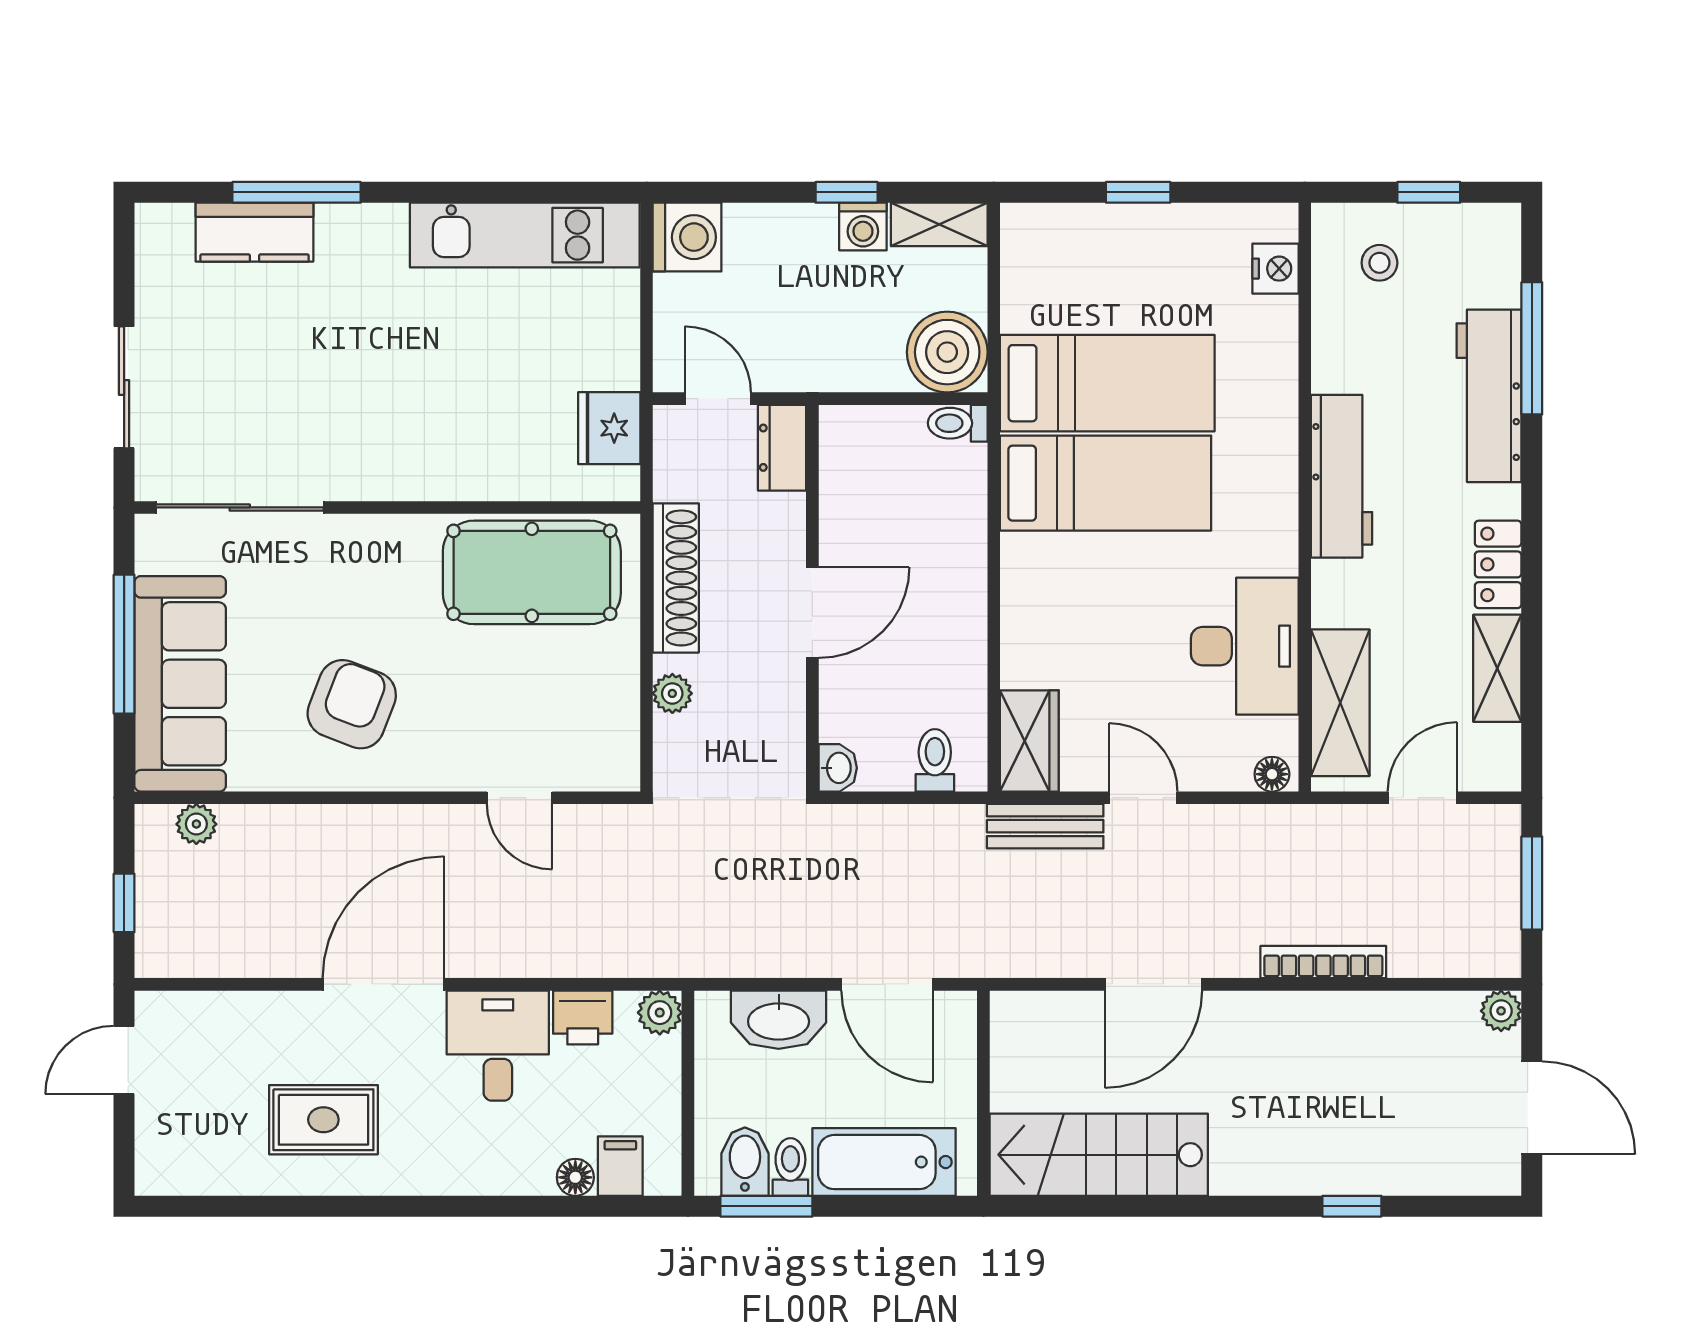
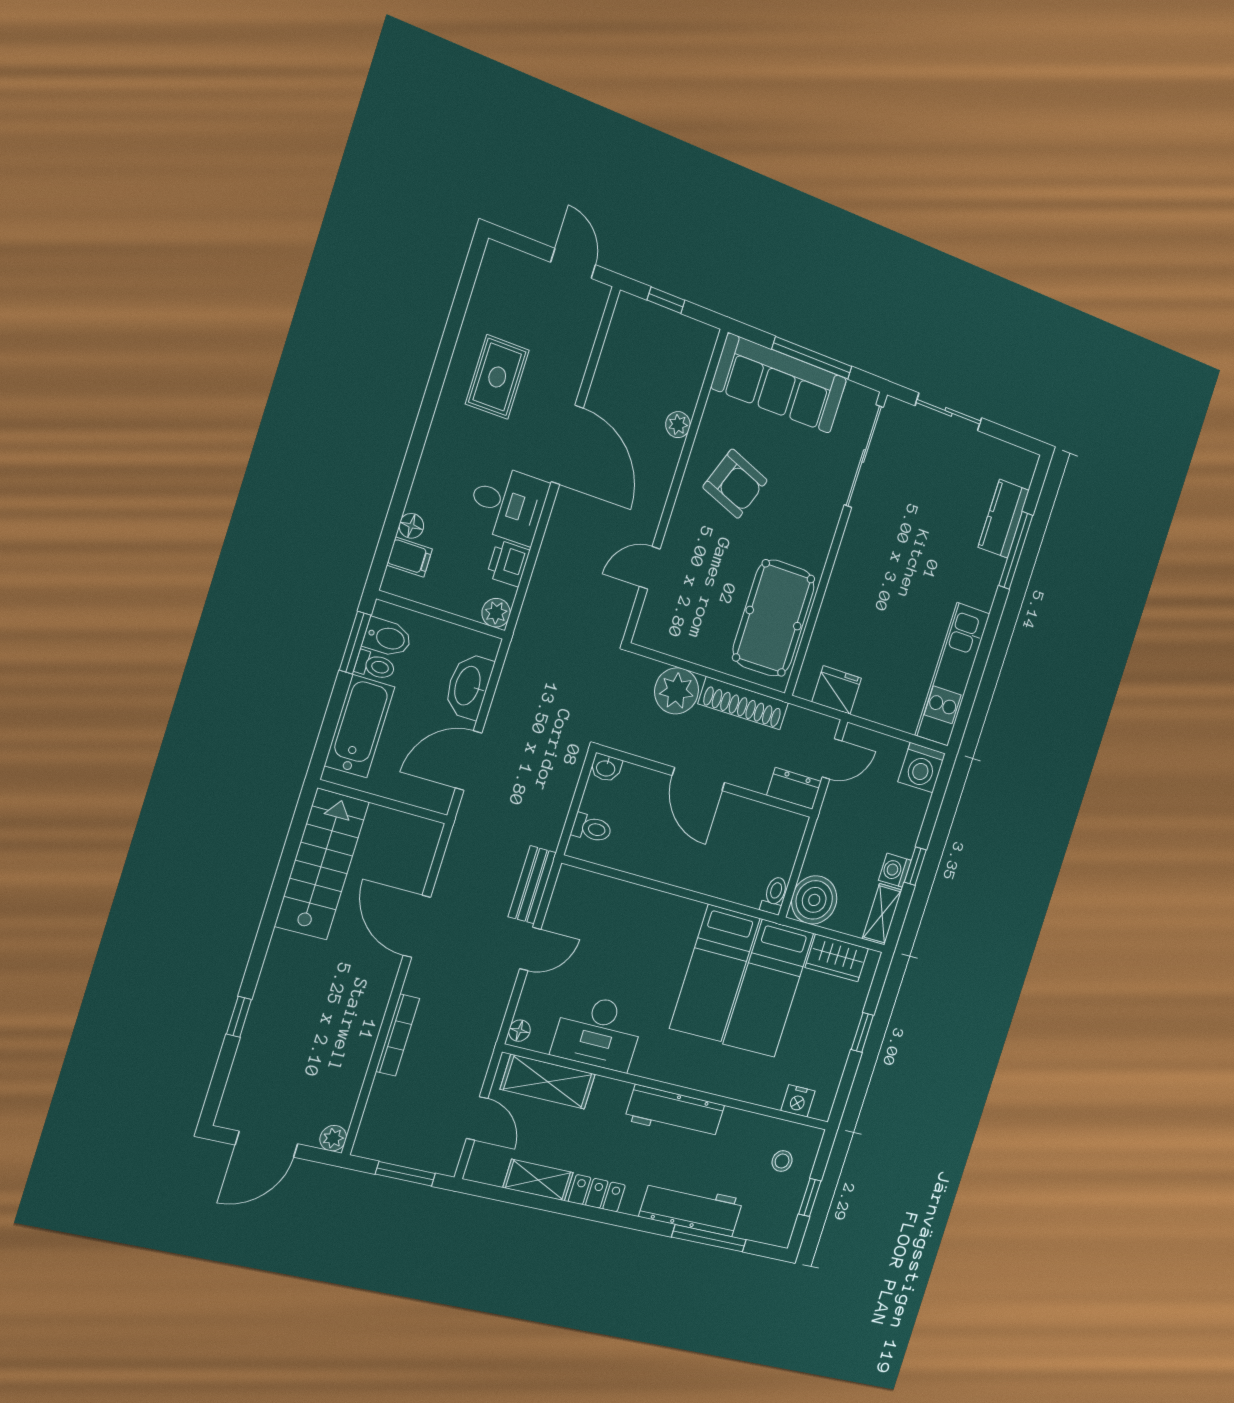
plant: (672, 693) -> (677, 691), width x1.88, depth x1.88
wardrobe: (1029, 741) -> (837, 958), moved
plant: (196, 824) -> (678, 425), moved

